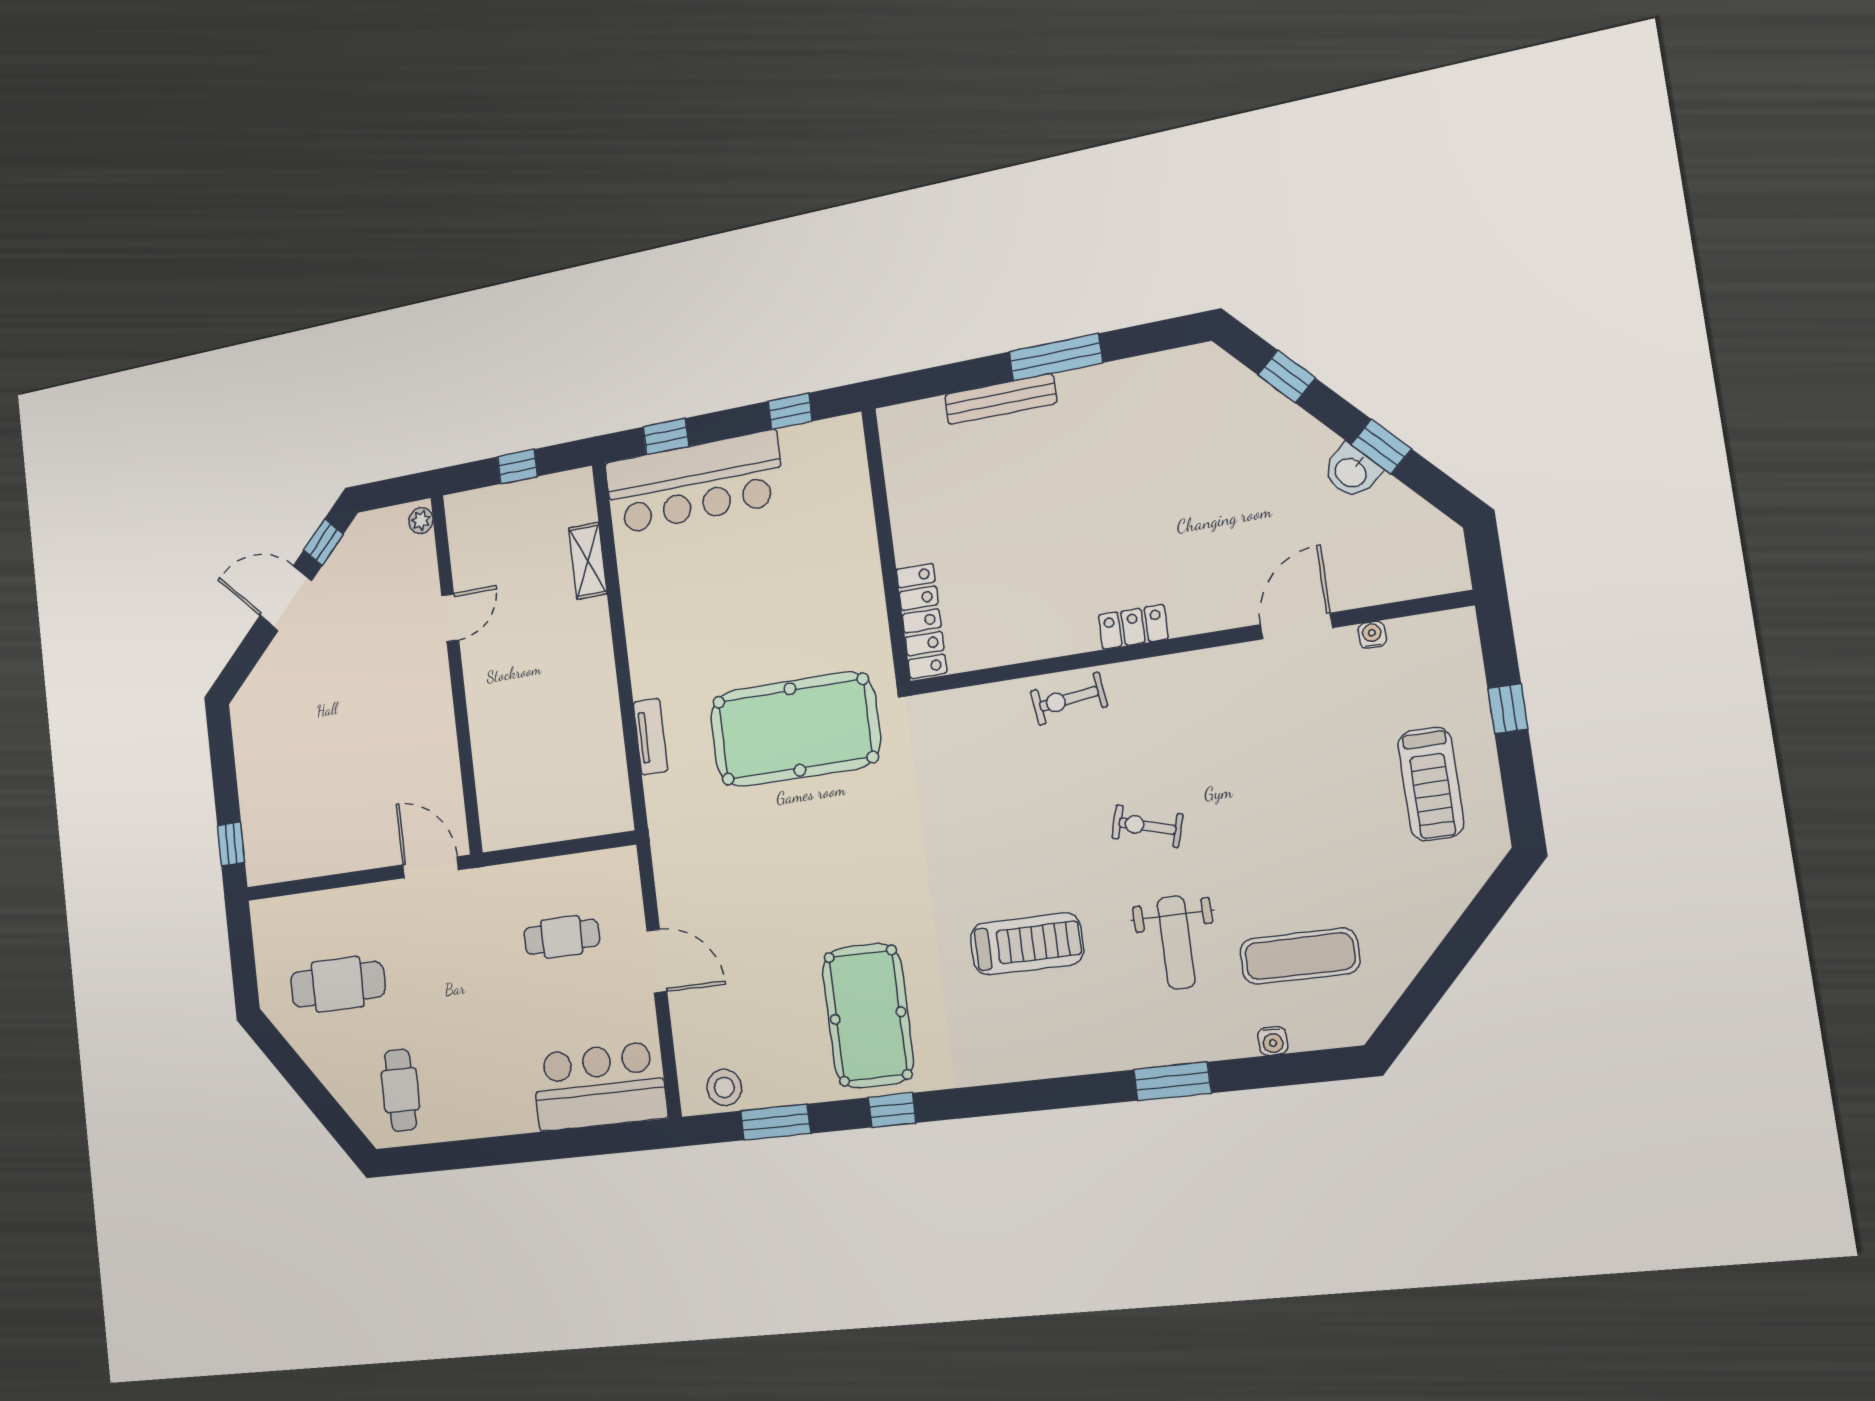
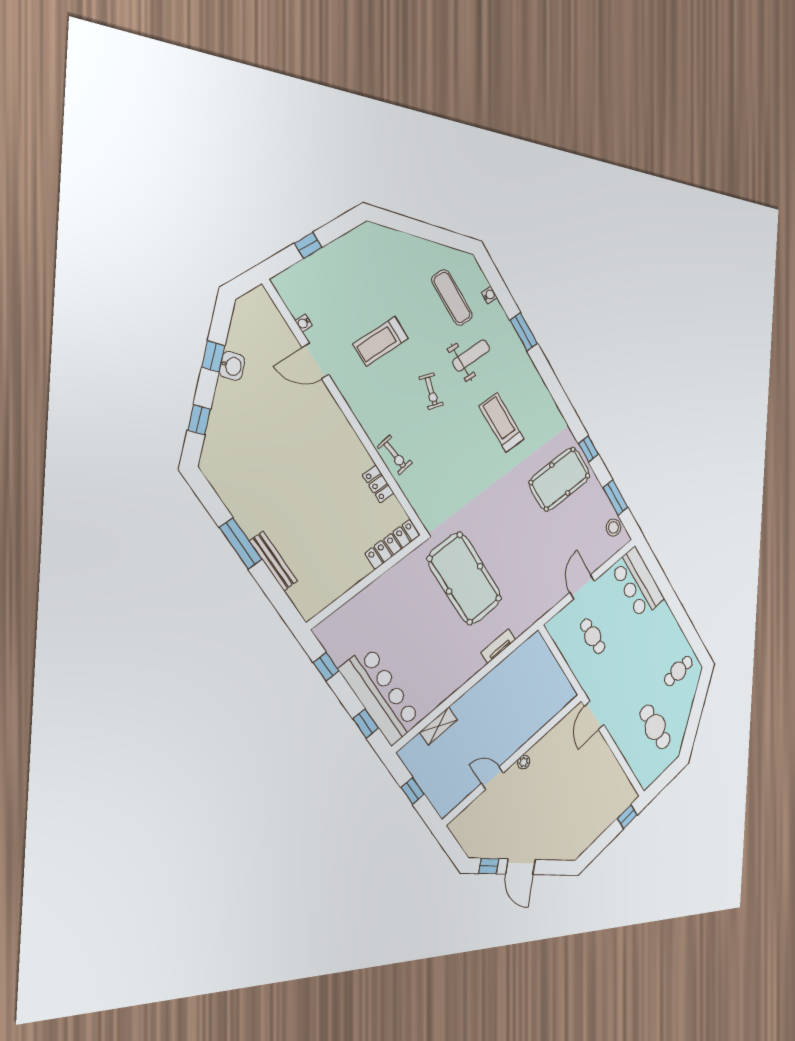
plant: (421, 521) -> (524, 762), moved
locker: (1133, 627) -> (378, 484), moved
treadmill: (1431, 784) -> (381, 341), moved, turned 180

